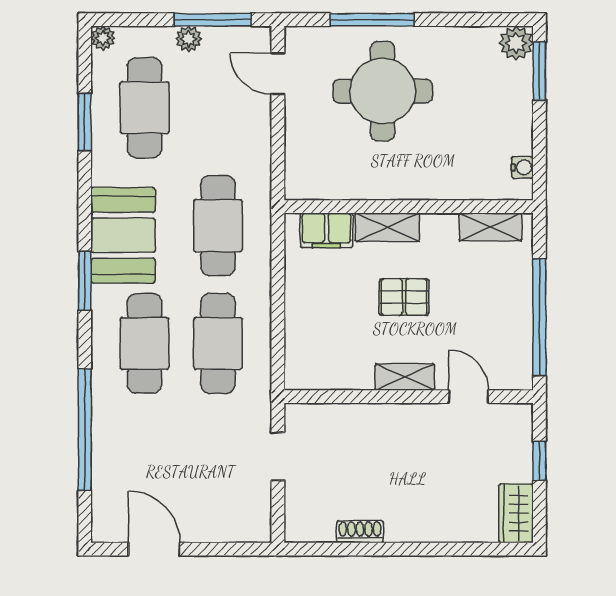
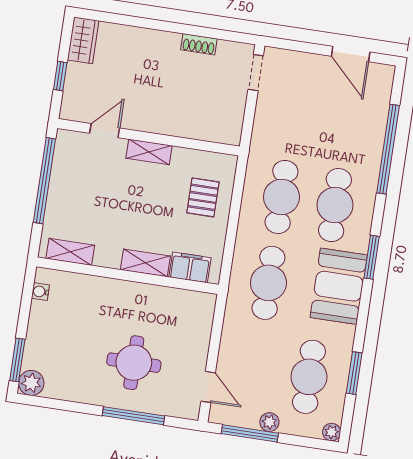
round table: (383, 91) -> (134, 363), width x0.73, depth x0.73
pallet: (404, 297) -> (203, 197), moved, turned 90
door: (469, 397) -> (105, 131), swing flipped
doorway: (278, 456) -> (256, 73), moved

